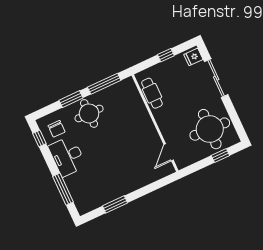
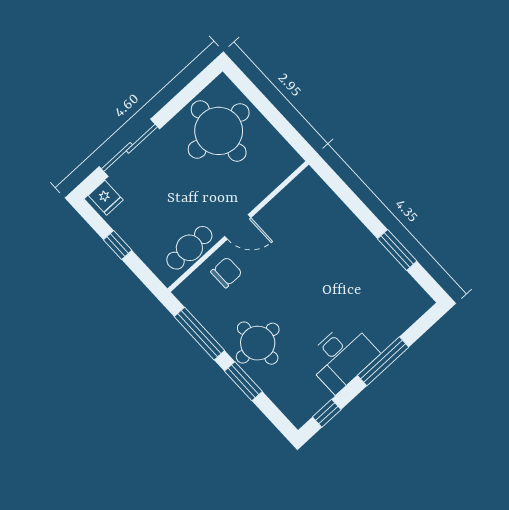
chair: (57, 129) -> (226, 272), moved
door: (169, 152) -> (238, 227), moved
window: (220, 156) -> (257, 99), removed
window: (63, 189) -> (383, 361), moved

